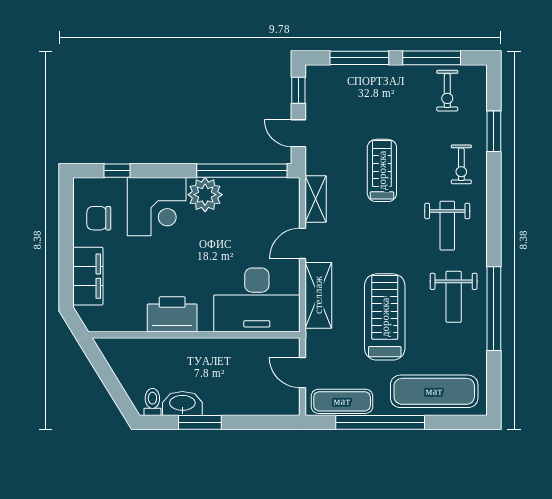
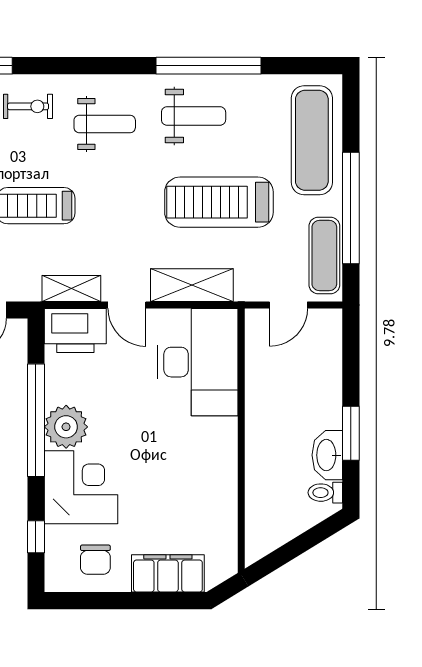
window: (242, 171) -> (36, 420), moved
printer: (172, 314) -> (75, 331), moved, turned -90

